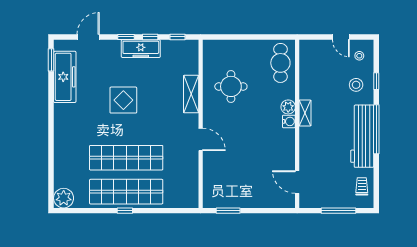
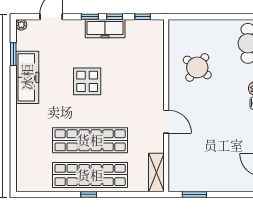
window: (51, 60) -> (13, 54), moved
freezer: (65, 77) -> (27, 77), moved
round table: (231, 86) -> (197, 67), turned 37
shelving: (191, 94) -> (156, 172), moved
plant: (64, 198) -> (21, 25), moved, width x0.53, depth x0.53

